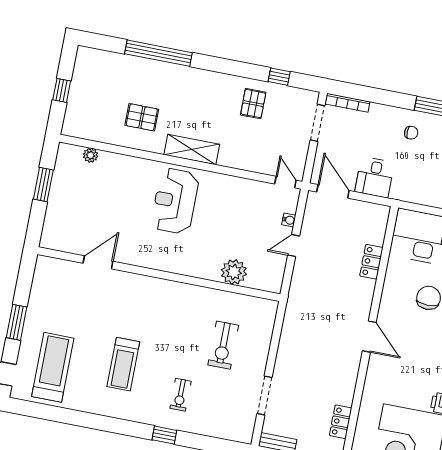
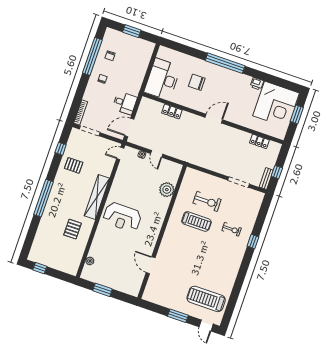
window: (158, 53) -> (44, 198), moved
window: (62, 90) -> (40, 268), moved
shelving: (192, 150) -> (97, 197), width x1.47
treadmill: (123, 364) -> (196, 221), moved

